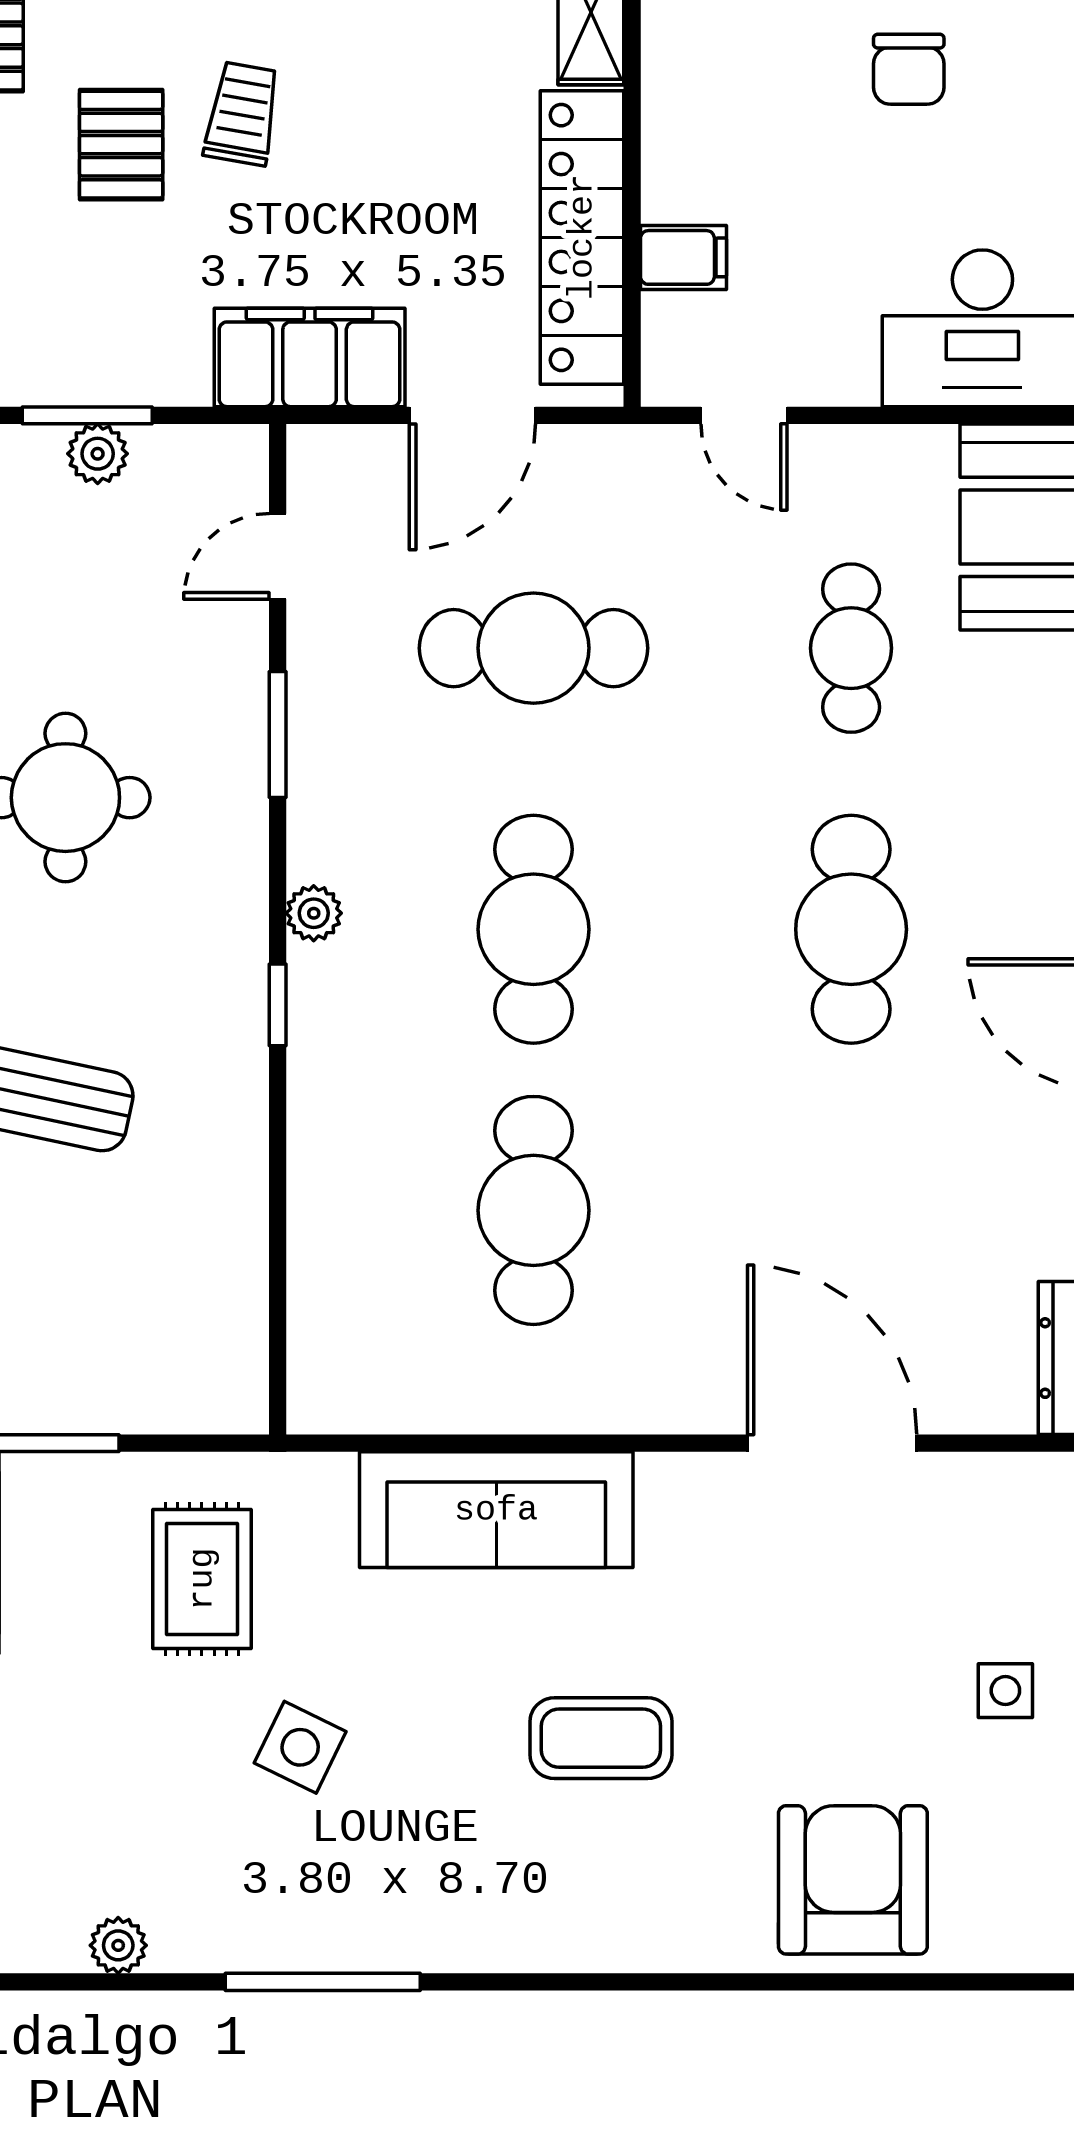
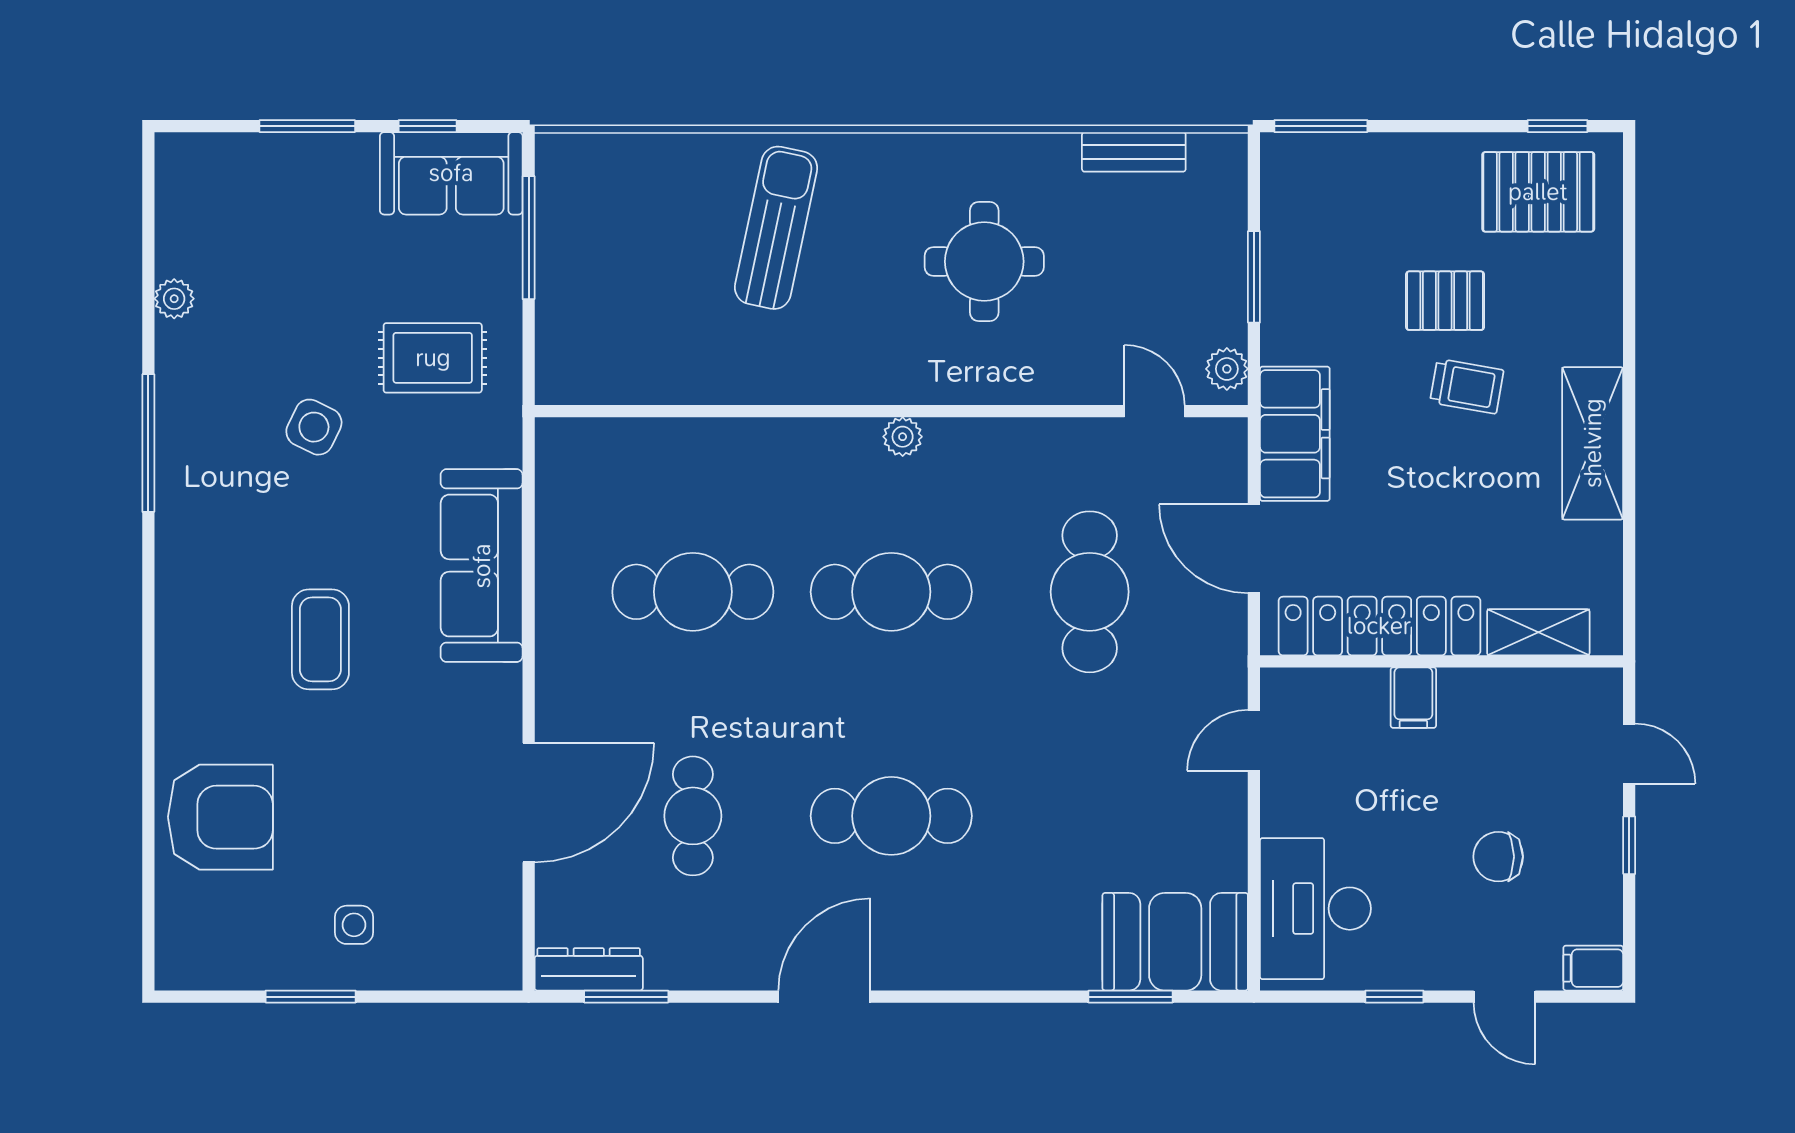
filing cabinet: (683, 257) -> (1413, 698), moved
plant: (98, 454) -> (1227, 369), moved
cafe table: (851, 648) -> (693, 816), moved, turned 90
window: (278, 735) -> (1029, 411), removed
window: (278, 1005) -> (838, 411), removed

